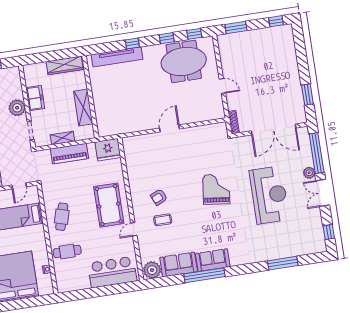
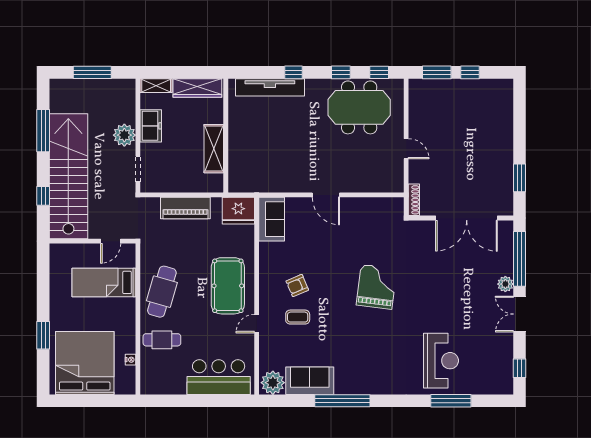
window: (276, 21) -> (470, 72), moved
door: (170, 128) -> (326, 195), swing flipped
shelving: (62, 138) -> (156, 86), moved
reception desk: (269, 195) -> (441, 361), moved, width x0.74, depth x0.77
cafe table: (62, 217) -> (162, 292), width x1.37, depth x1.35
sofa: (213, 260) -> (272, 219), moved, turned 90

